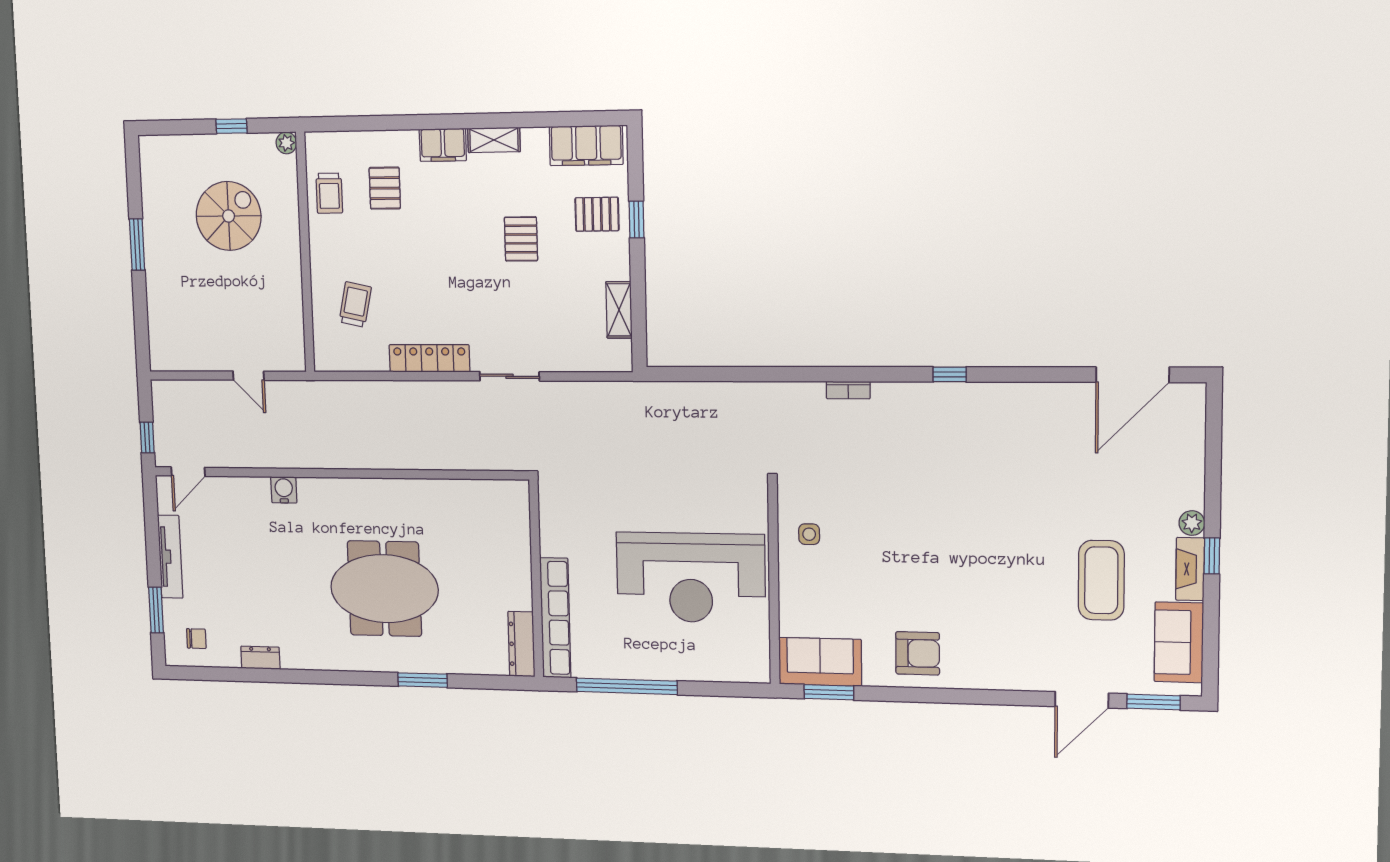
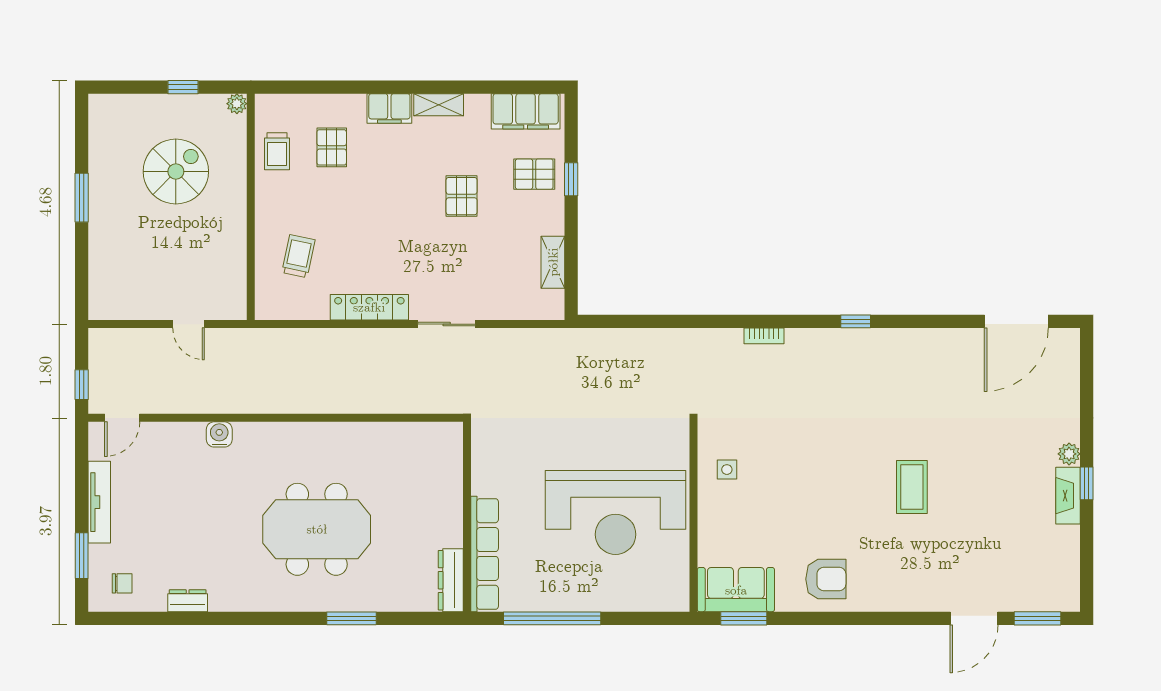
coffee table: (1101, 580) -> (912, 487), moved, width x0.73, depth x0.76
sofa: (1179, 642) -> (1059, 563), removed

